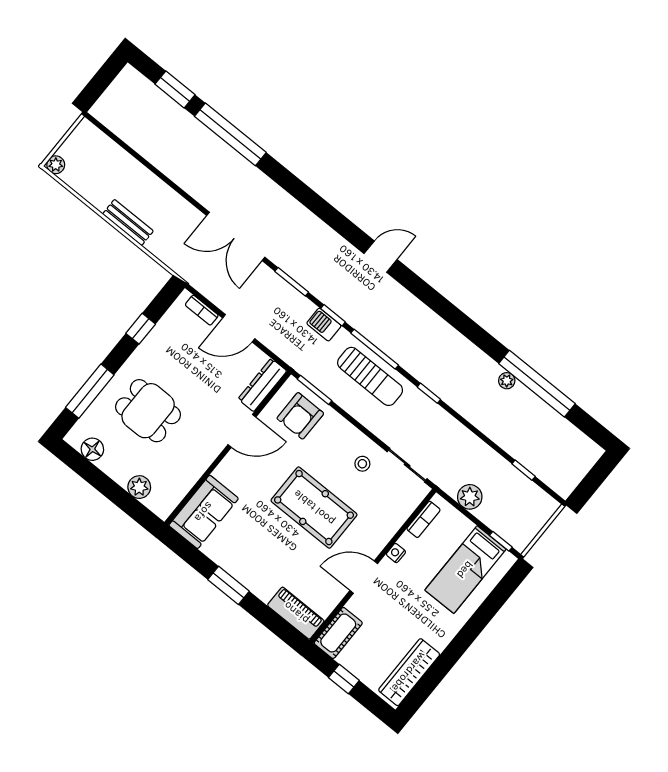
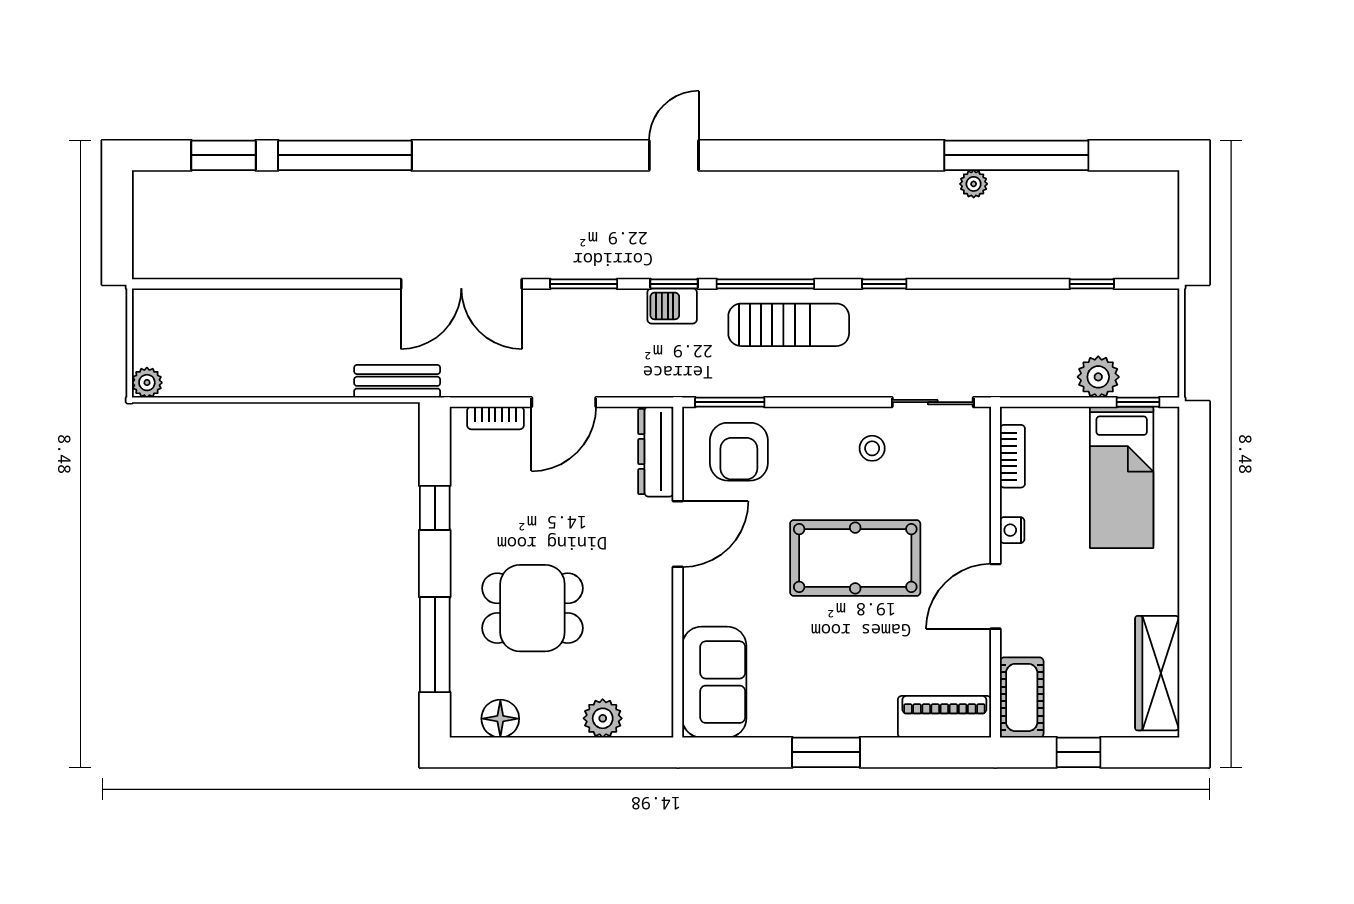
bench: (128, 222) -> (397, 381), moved
plant: (470, 497) -> (1098, 377), moved

